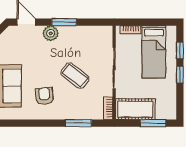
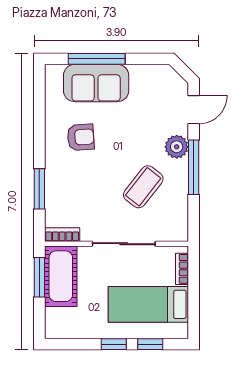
window: (64, 22) -> (194, 167), width x1.44
coffee table: (75, 76) -> (143, 187), moved
window: (153, 123) -> (39, 277), moved

